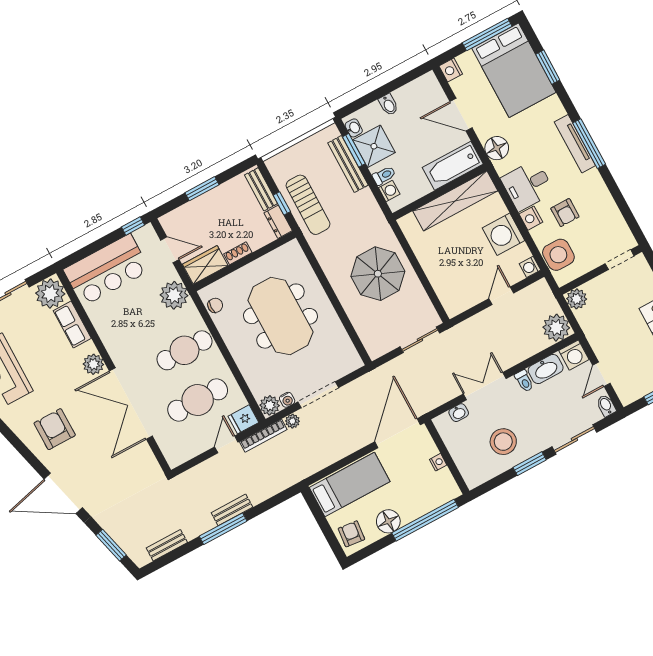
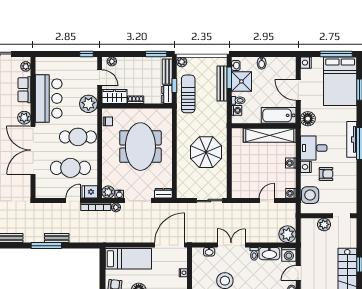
plant: (274, 164) -> (182, 62), added
window: (202, 189) -> (156, 54), moved
sun lounger: (308, 205) -> (188, 94), turned 180
armchair: (565, 213) -> (326, 174), turned -90
plant: (175, 217) -> (112, 61), added
washing machine: (503, 234) -> (291, 163), width x0.53, depth x0.53
bar counter: (107, 270) -> (49, 98), moved, turned -90
plant: (50, 294) -> (26, 66), width x0.53, depth x0.53
plant: (577, 299) -> (324, 224), moved
dresser: (349, 365) -> (163, 193), added

